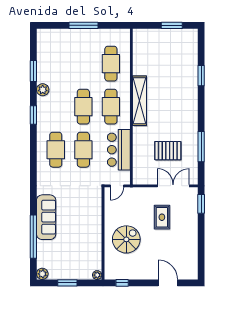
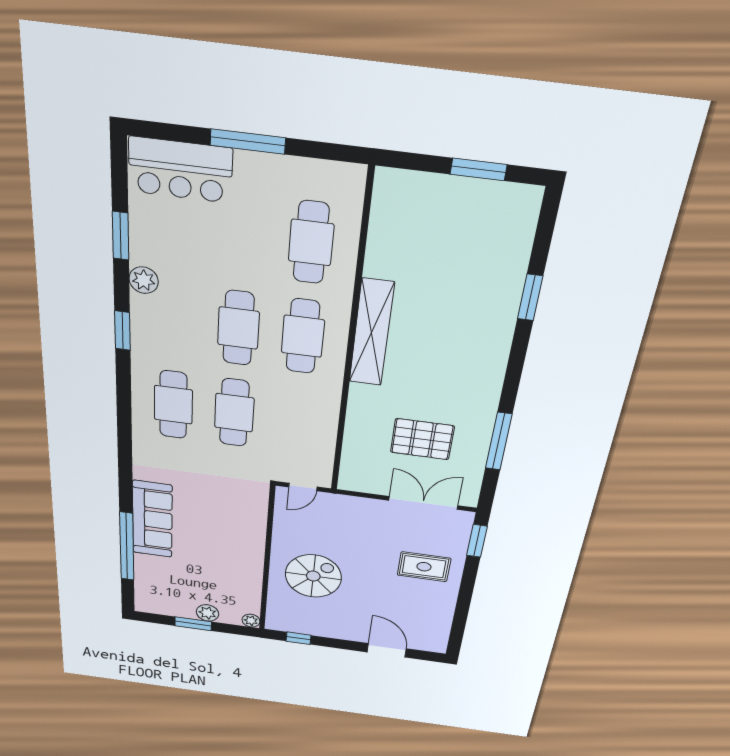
bar counter: (119, 150) -> (180, 170), moved, turned -90
rug: (162, 217) -> (424, 567), moved, turned 90
plant: (42, 274) -> (207, 613), moved

